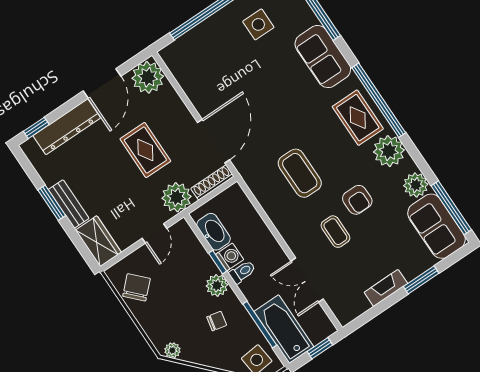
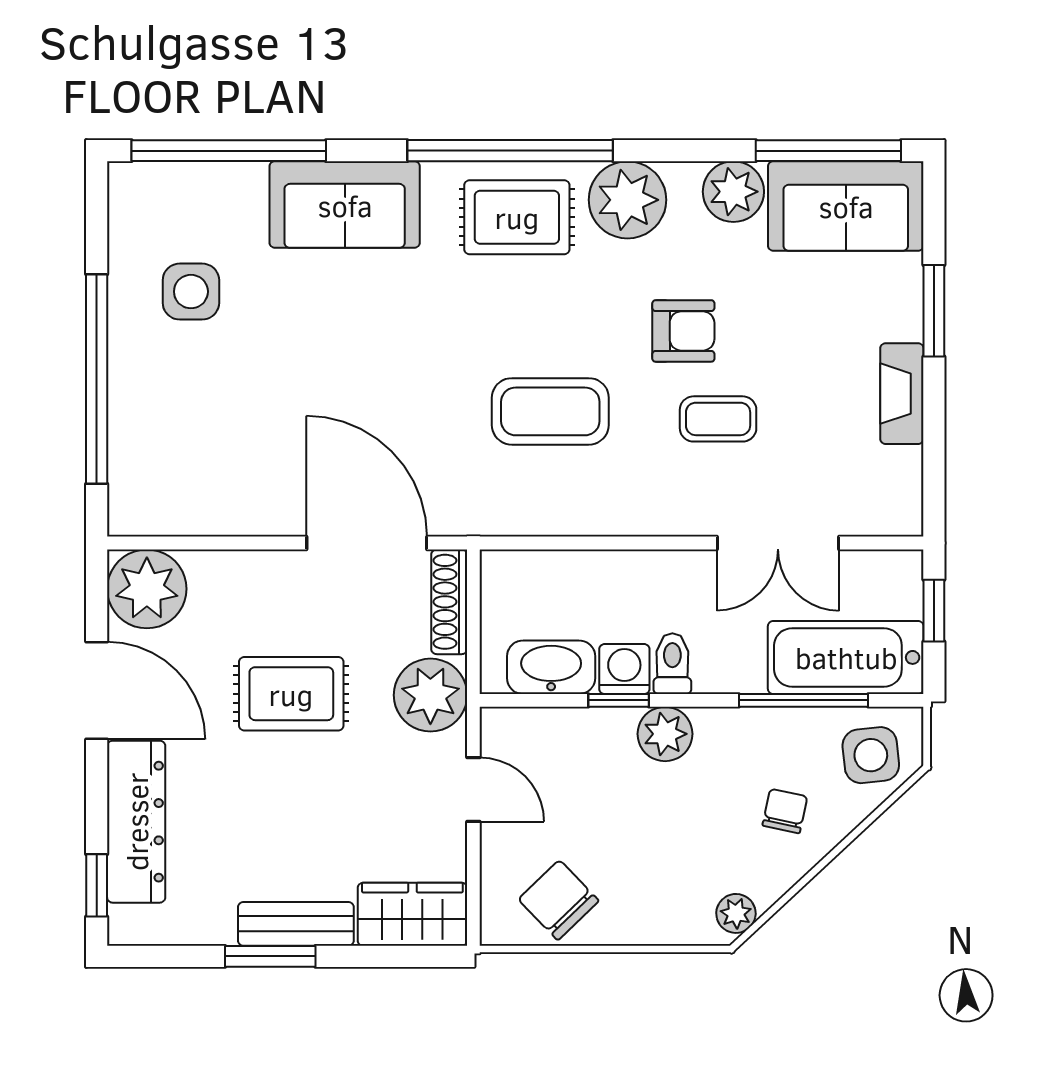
chair: (217, 321) -> (785, 811), moved

